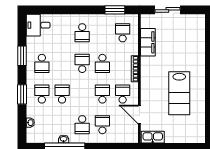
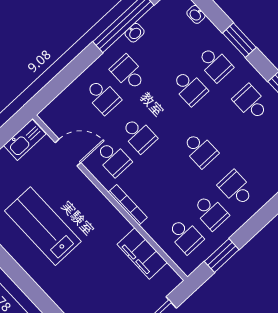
school desk: (102, 63) -> (211, 212), moved, turned 180

